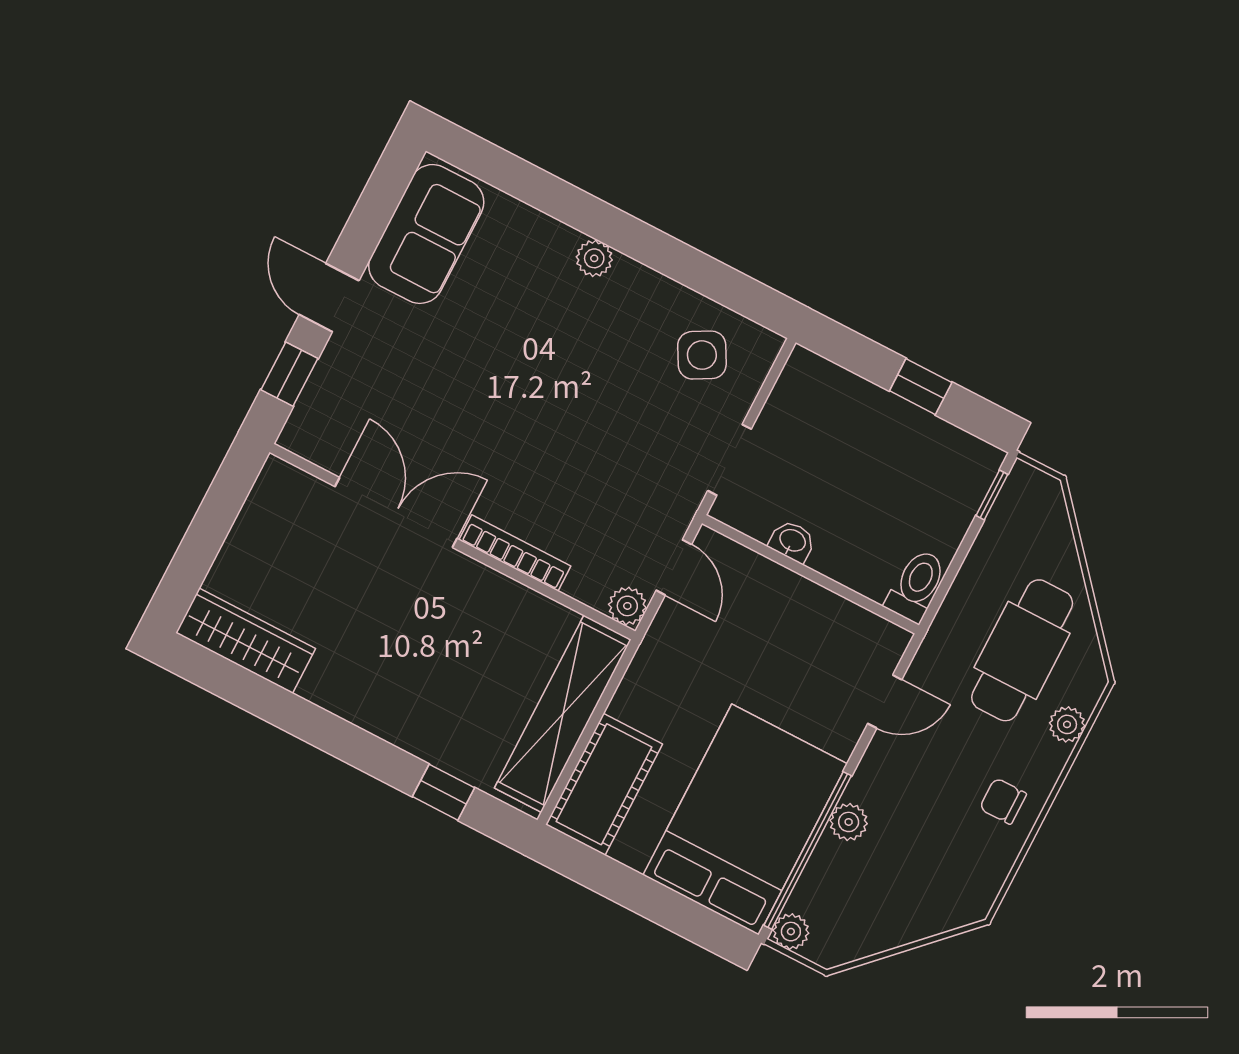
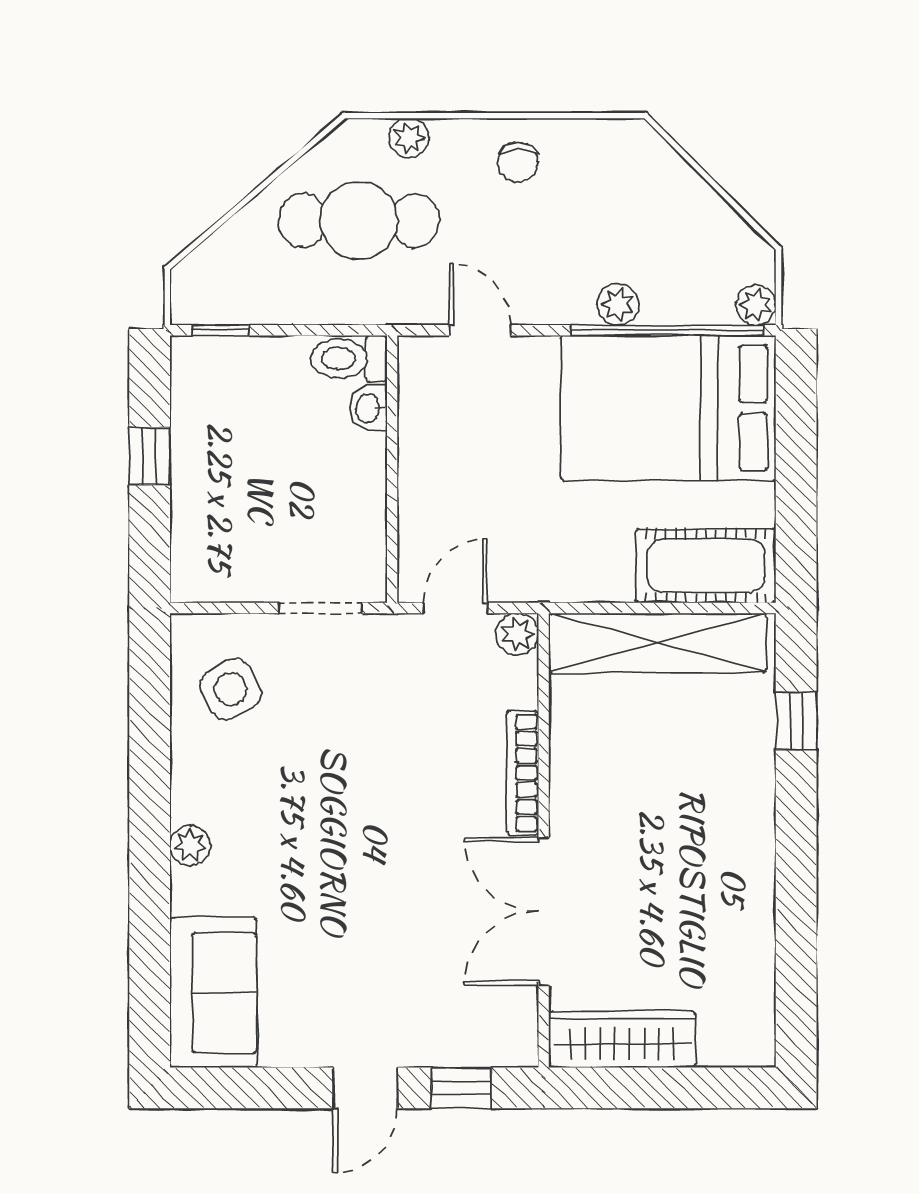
sofa: (426, 234) -> (213, 993), moved, turned 90
washbasin: (792, 541) -> (369, 408), moved
wardrobe: (246, 641) -> (622, 1039), moved, turned 90

